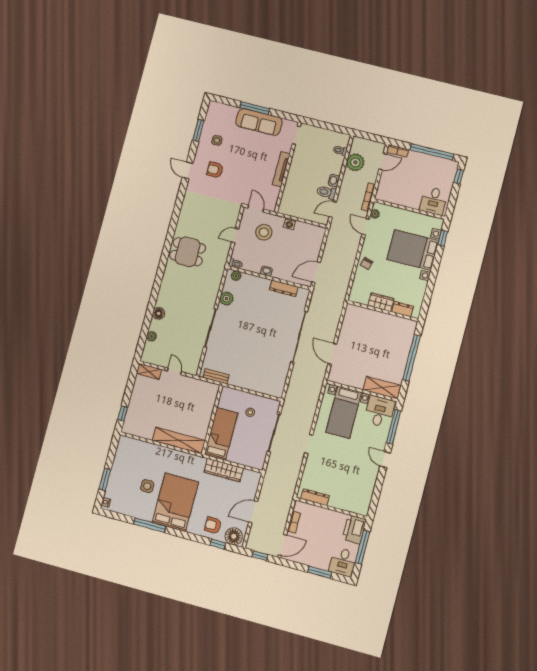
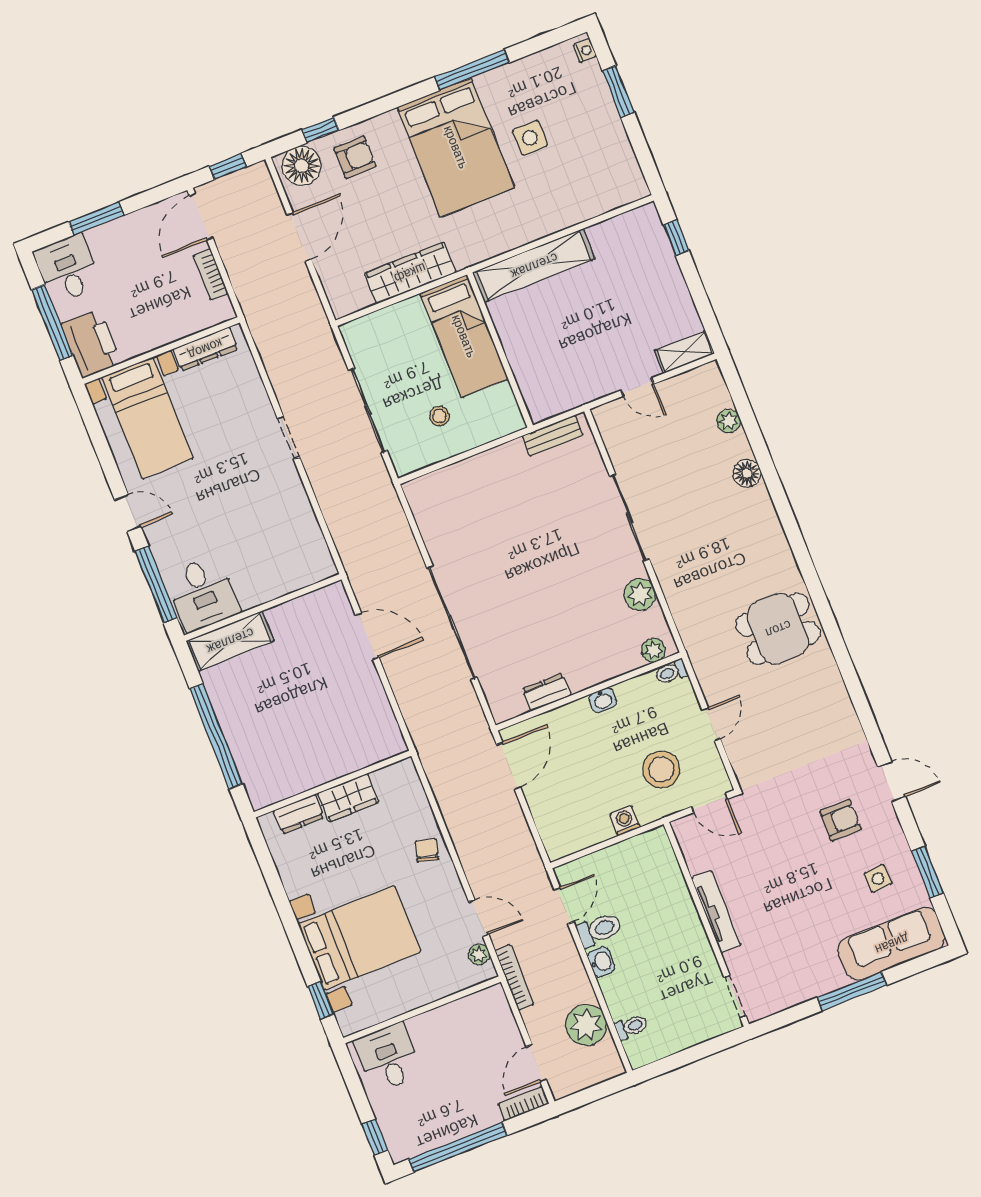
sofa: (259, 122) -> (892, 944), moved
dresser: (284, 288) -> (547, 692), width x0.70
bed with nightstands: (344, 412) -> (147, 418), moved, turned 180

